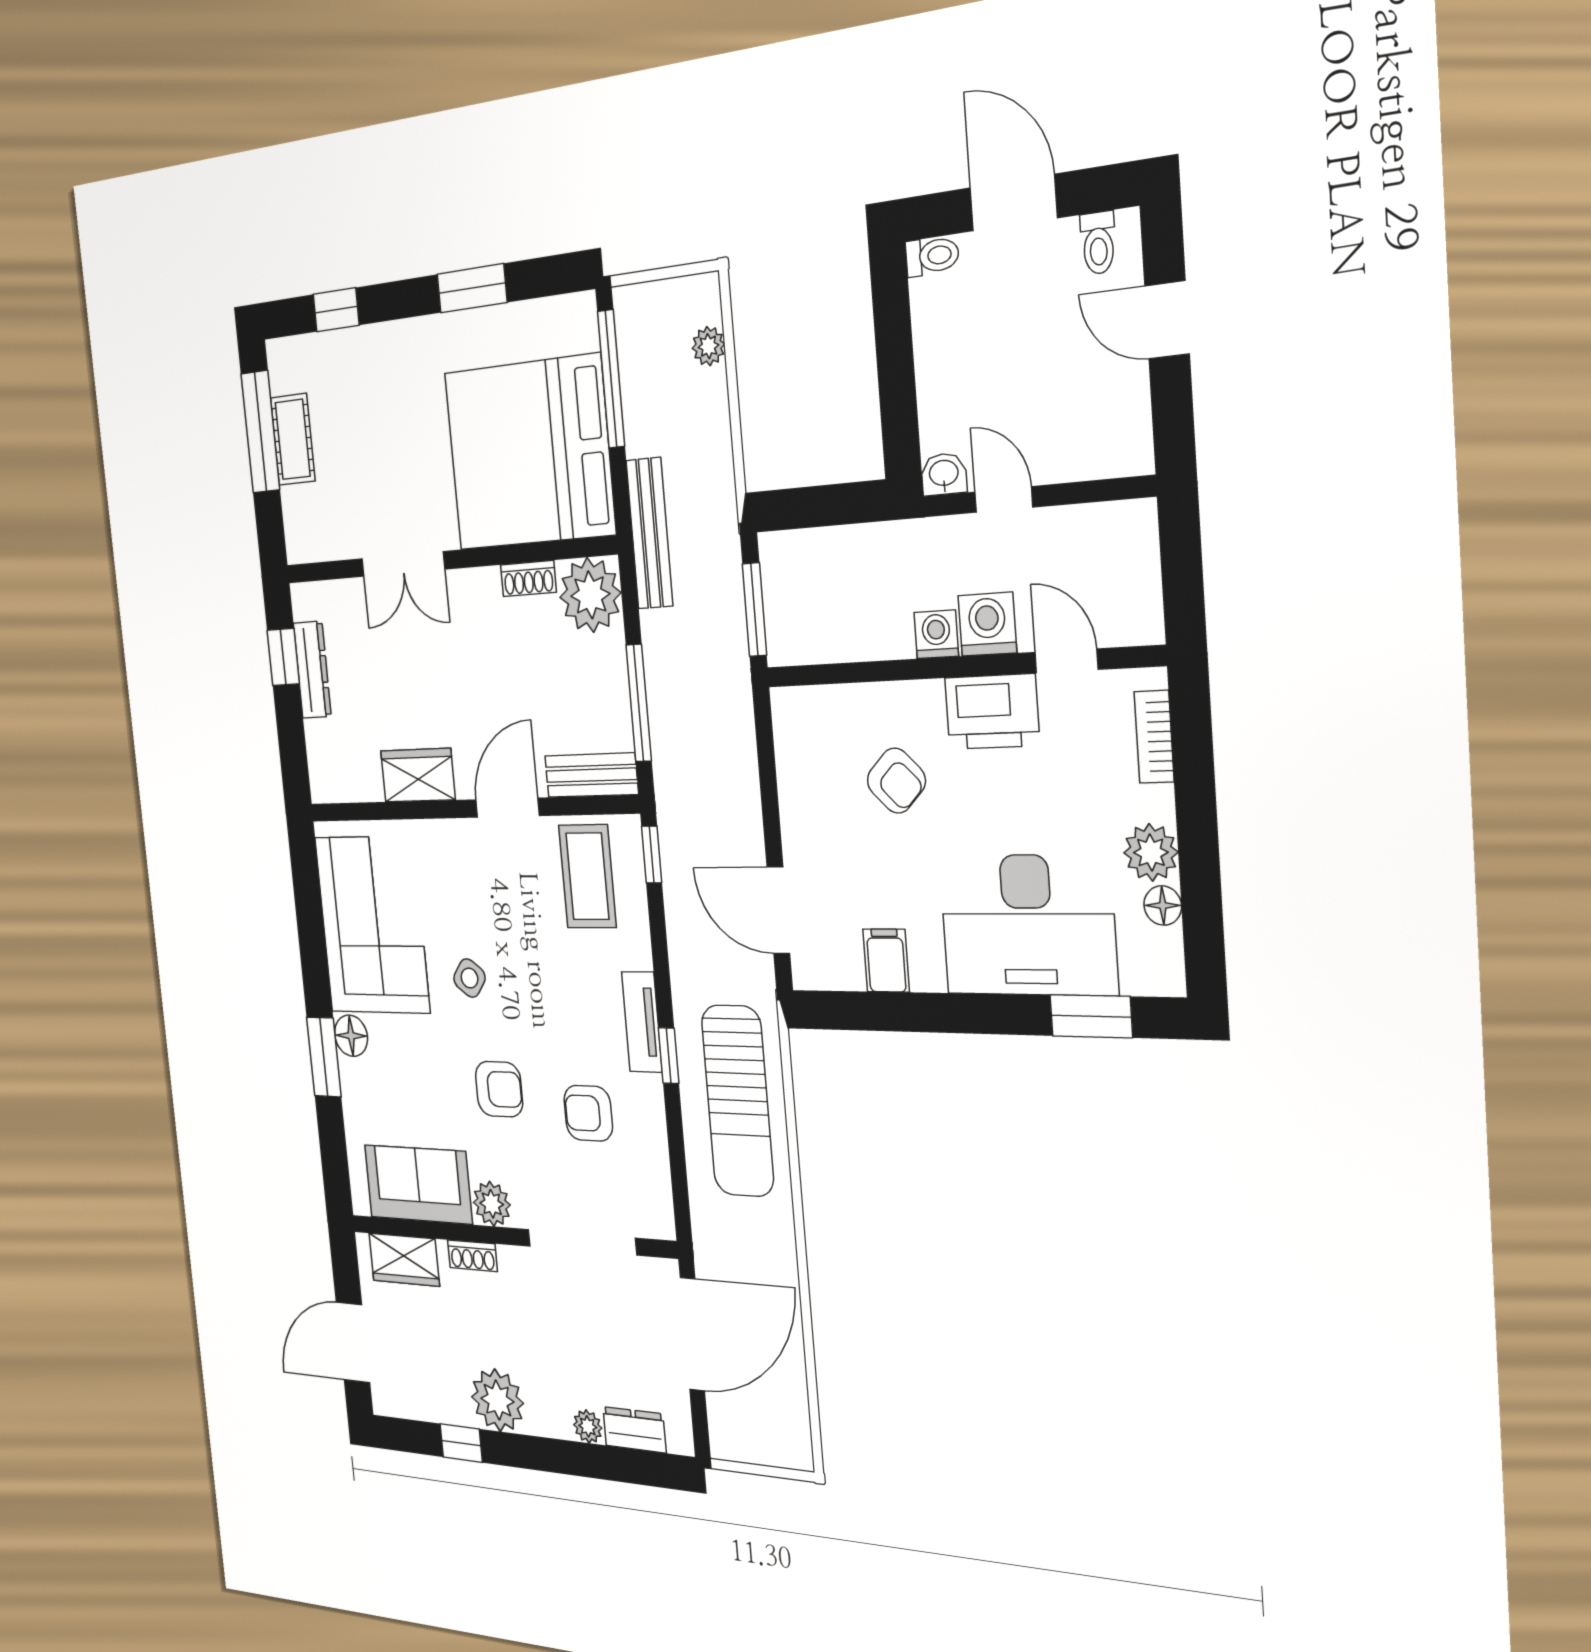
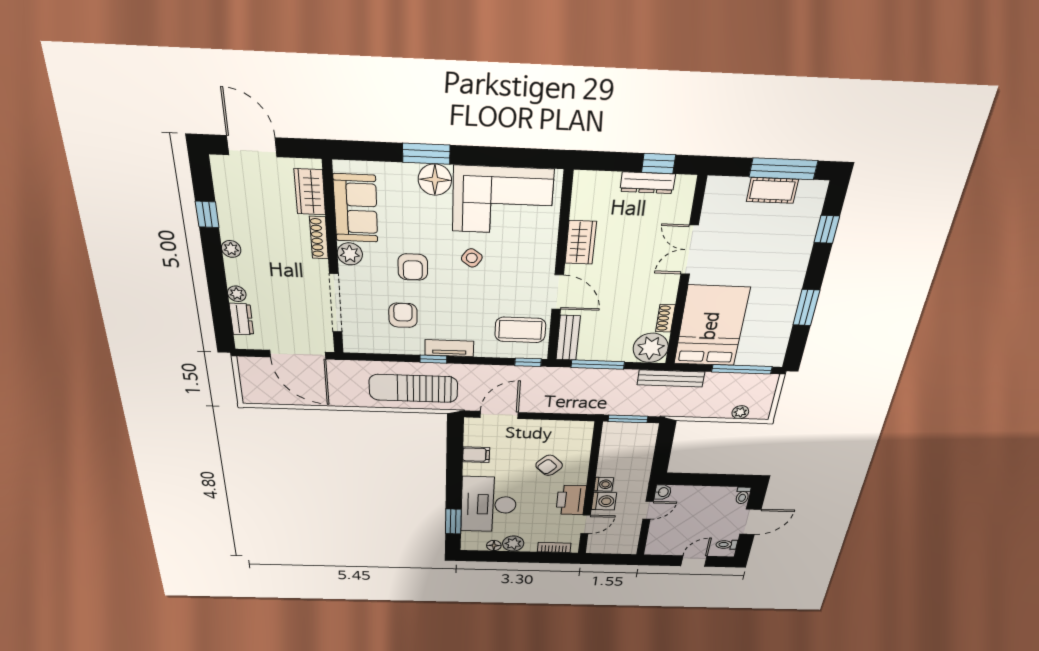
bed: (529, 453) -> (711, 326), width x0.73
floor lamp: (351, 1036) -> (435, 180), width x1.38, depth x1.38
shoe rack: (472, 1256) -> (319, 238), width x1.43
plant: (498, 1400) -> (231, 249), width x0.53, depth x0.53

